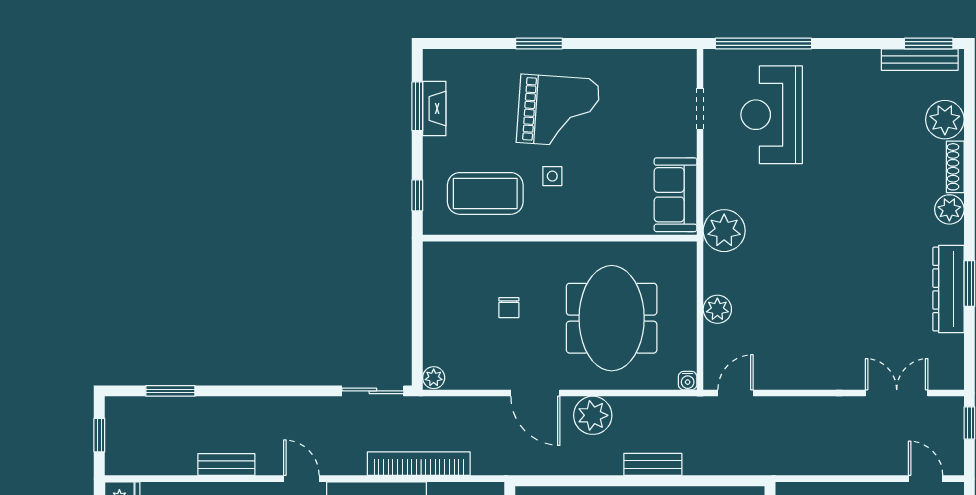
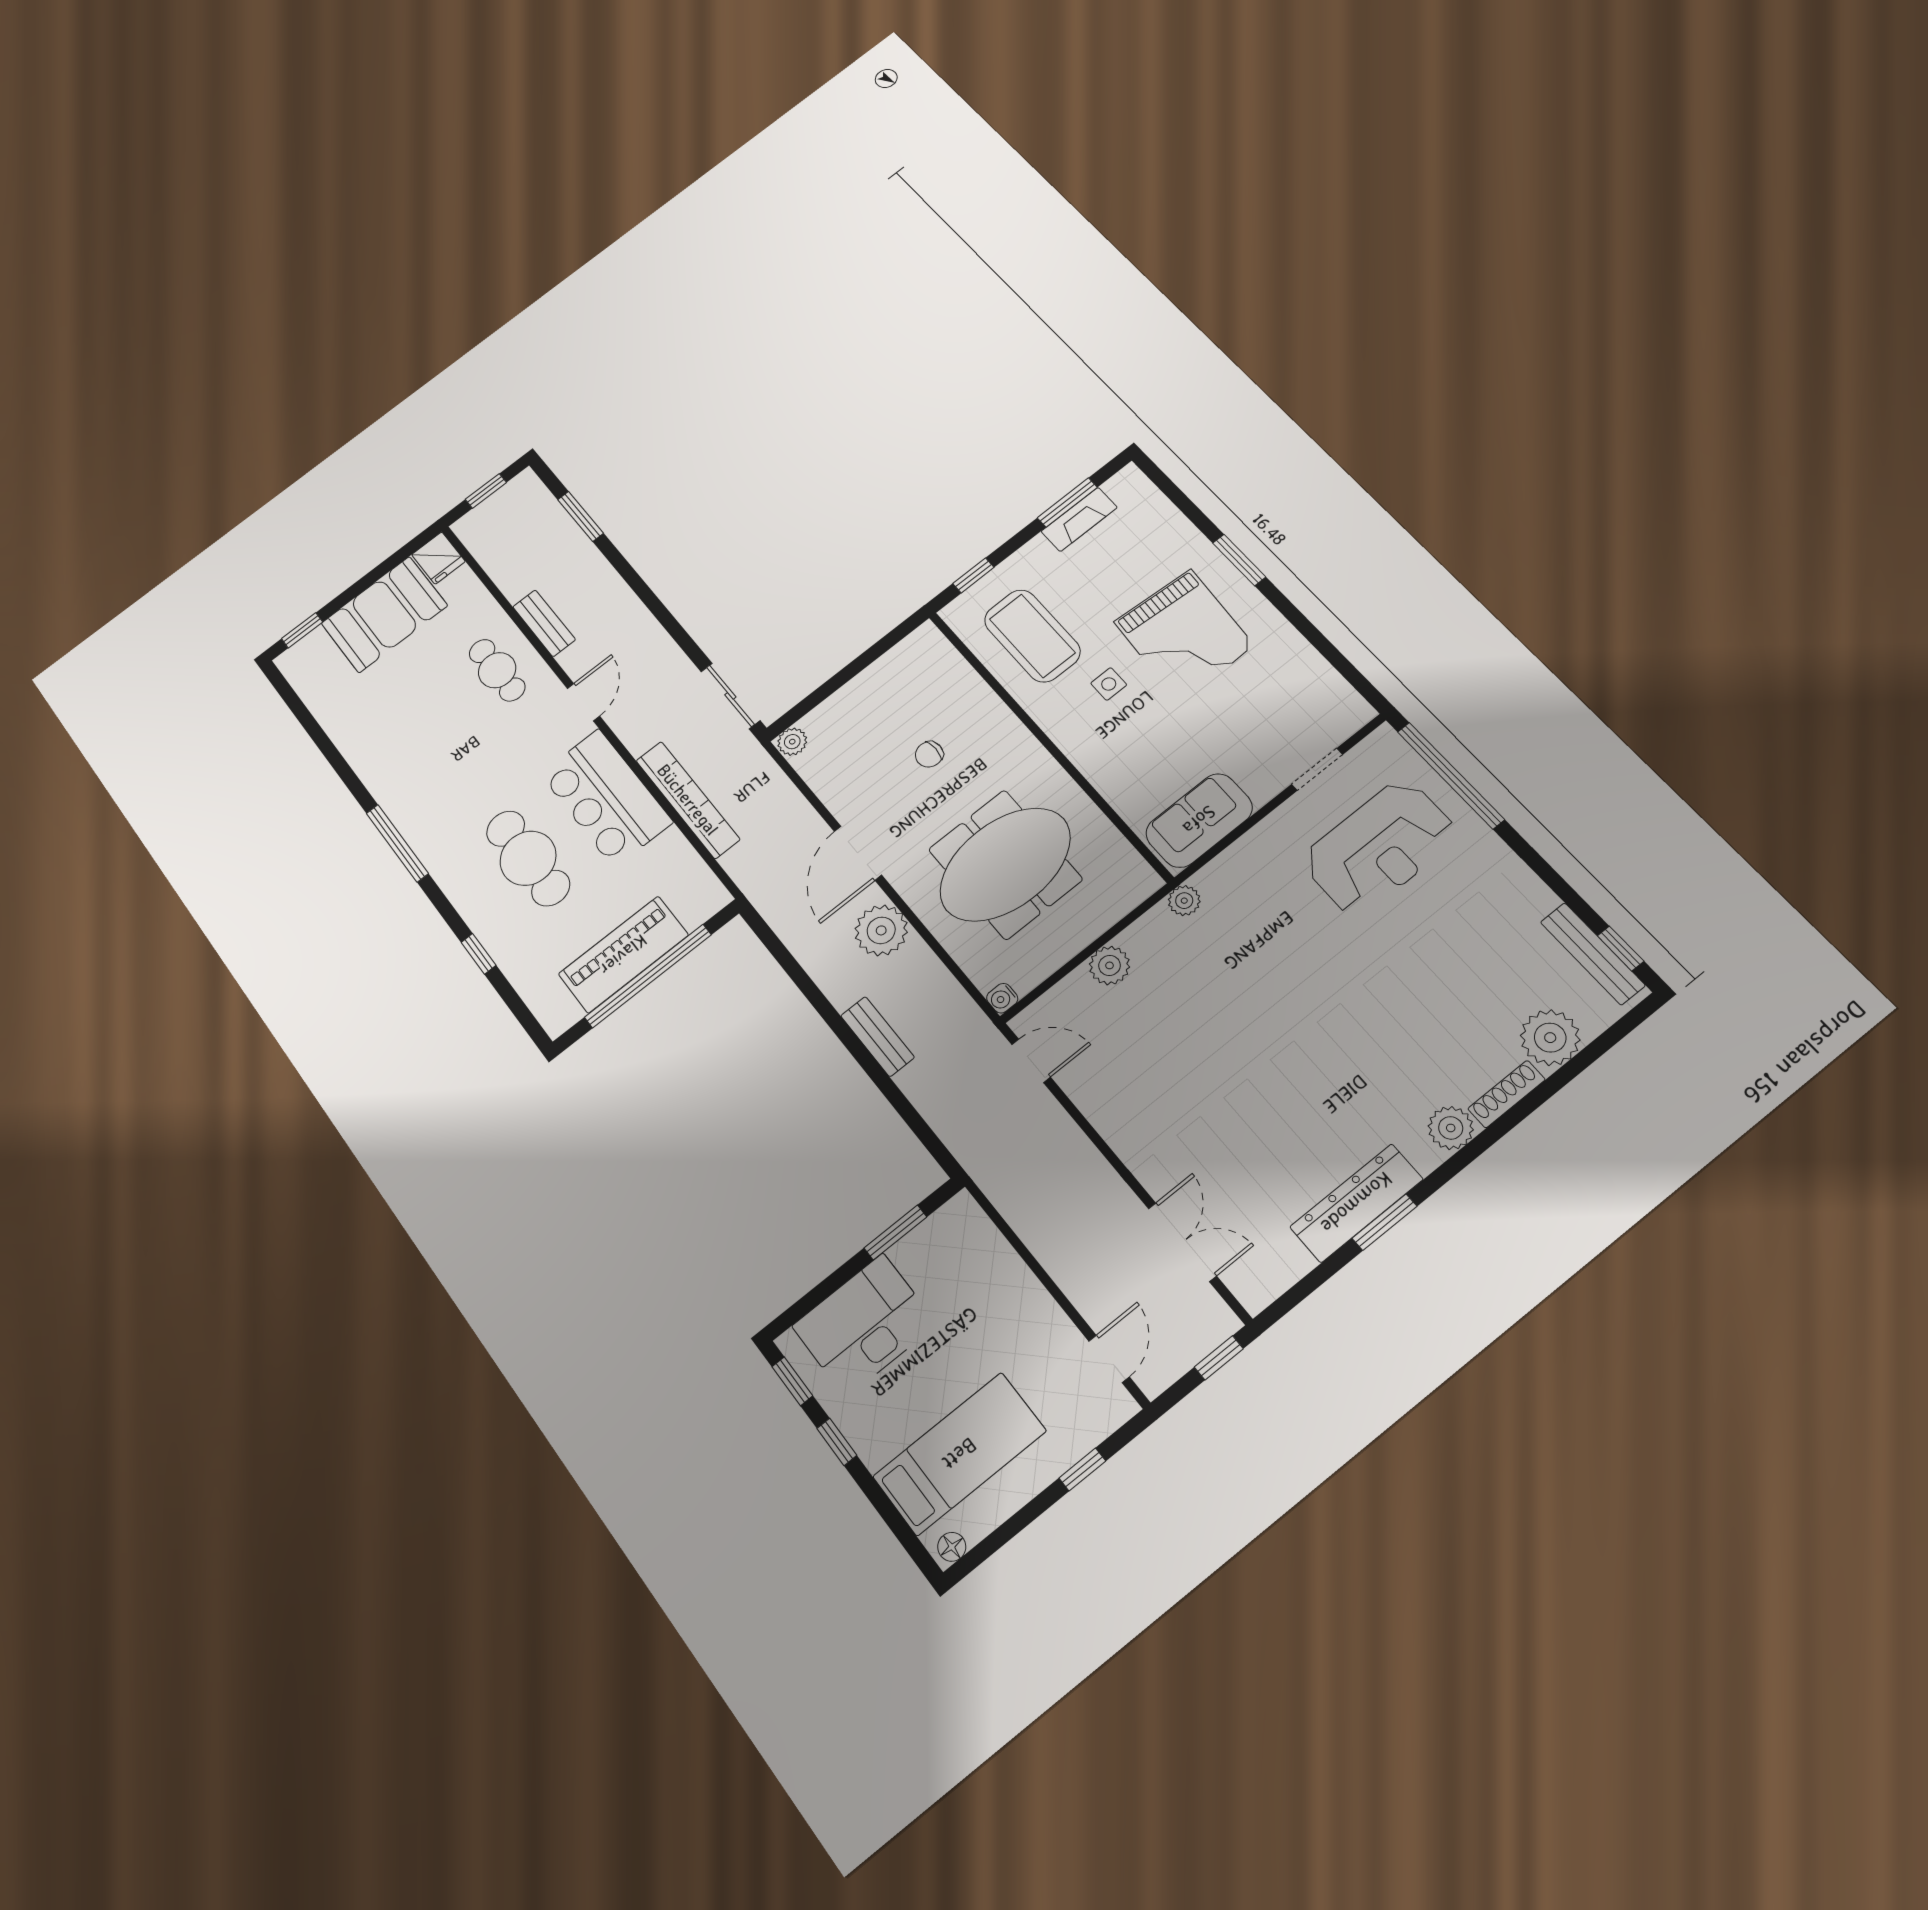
window: (929, 44) -> (1621, 949), width x0.67
reception desk: (772, 115) -> (1379, 847), turned 180
plant: (724, 231) -> (1184, 901), width x0.53, depth x0.53

